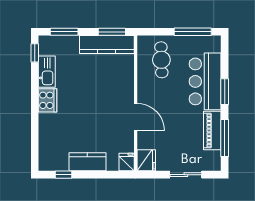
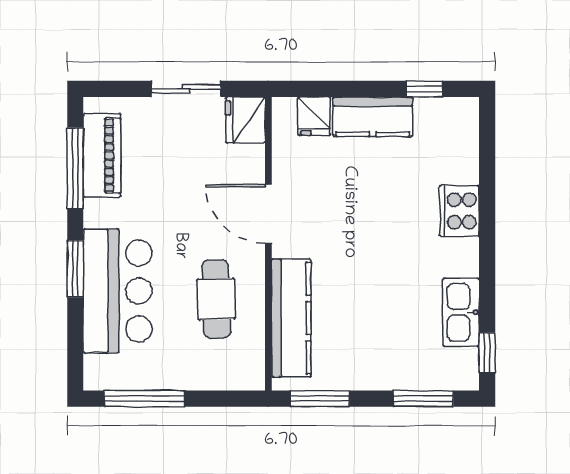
kitchen counter: (107, 45) -> (291, 318), moved, turned 90
cafe table: (161, 60) -> (216, 299), moved
cooker: (47, 100) -> (459, 211), moved
piano: (212, 130) -> (102, 155), moved
fridge: (127, 162) -> (314, 116), moved
sliding door: (186, 175) -> (186, 89), moved

